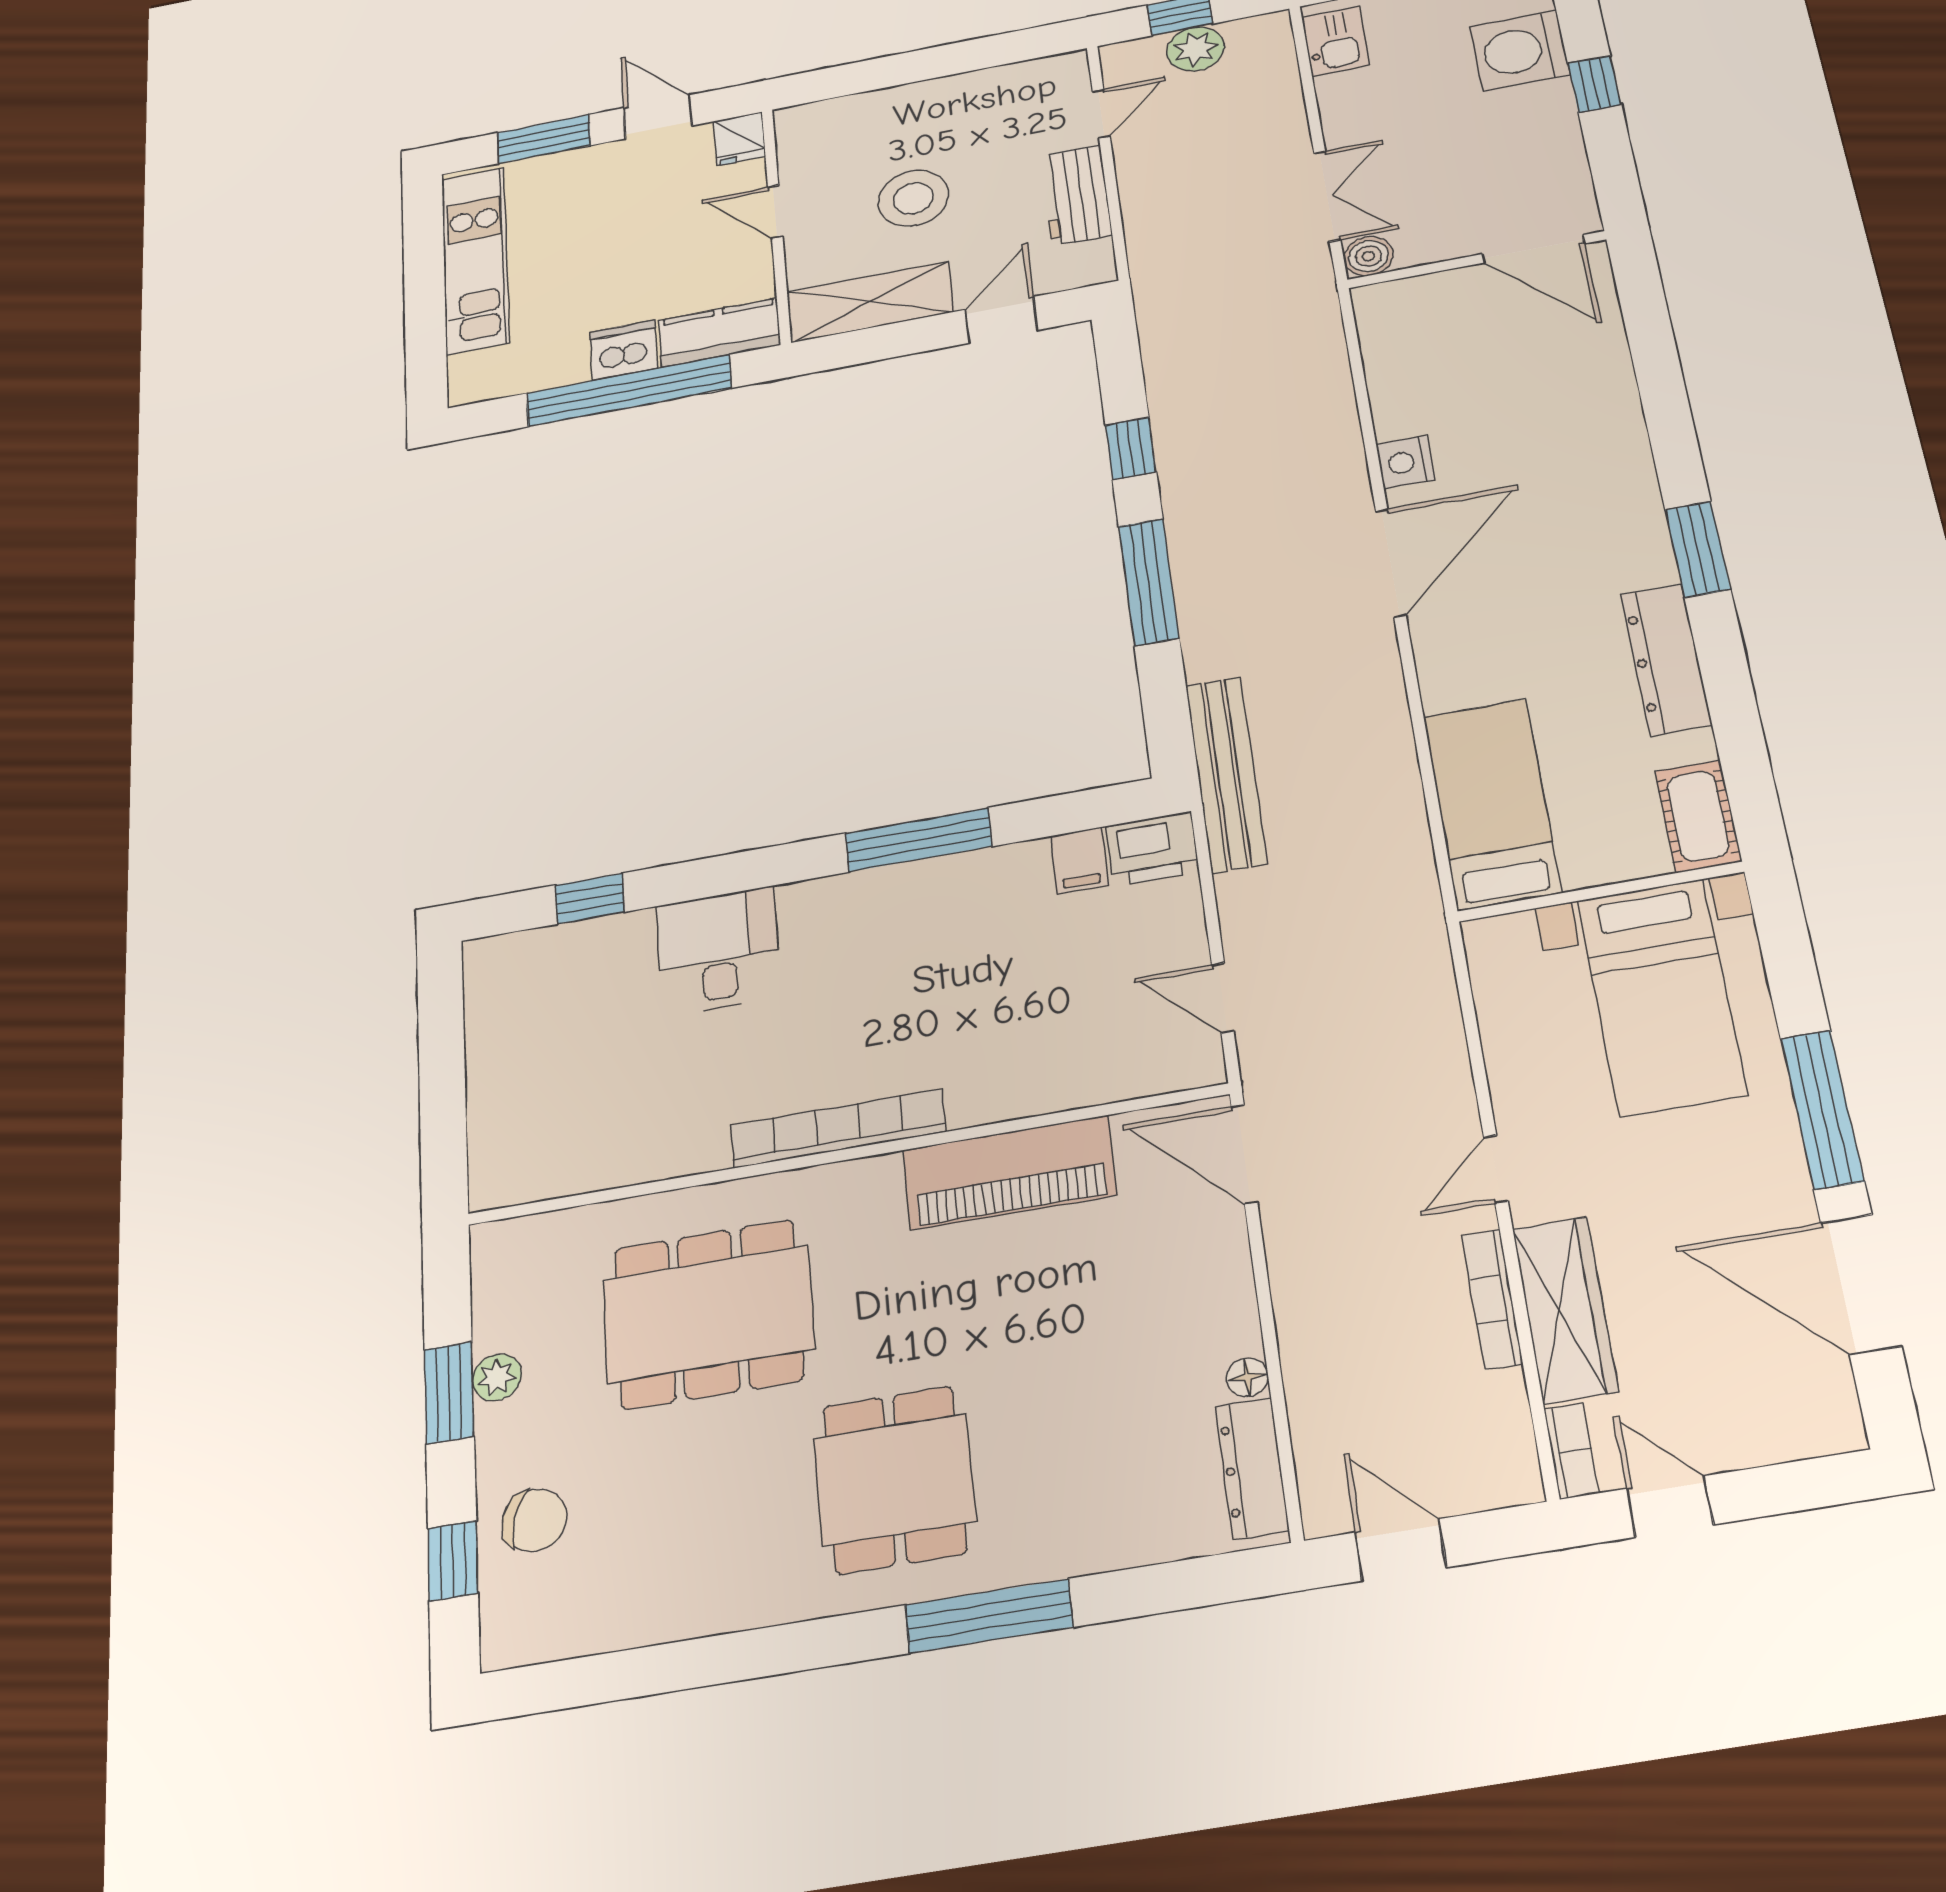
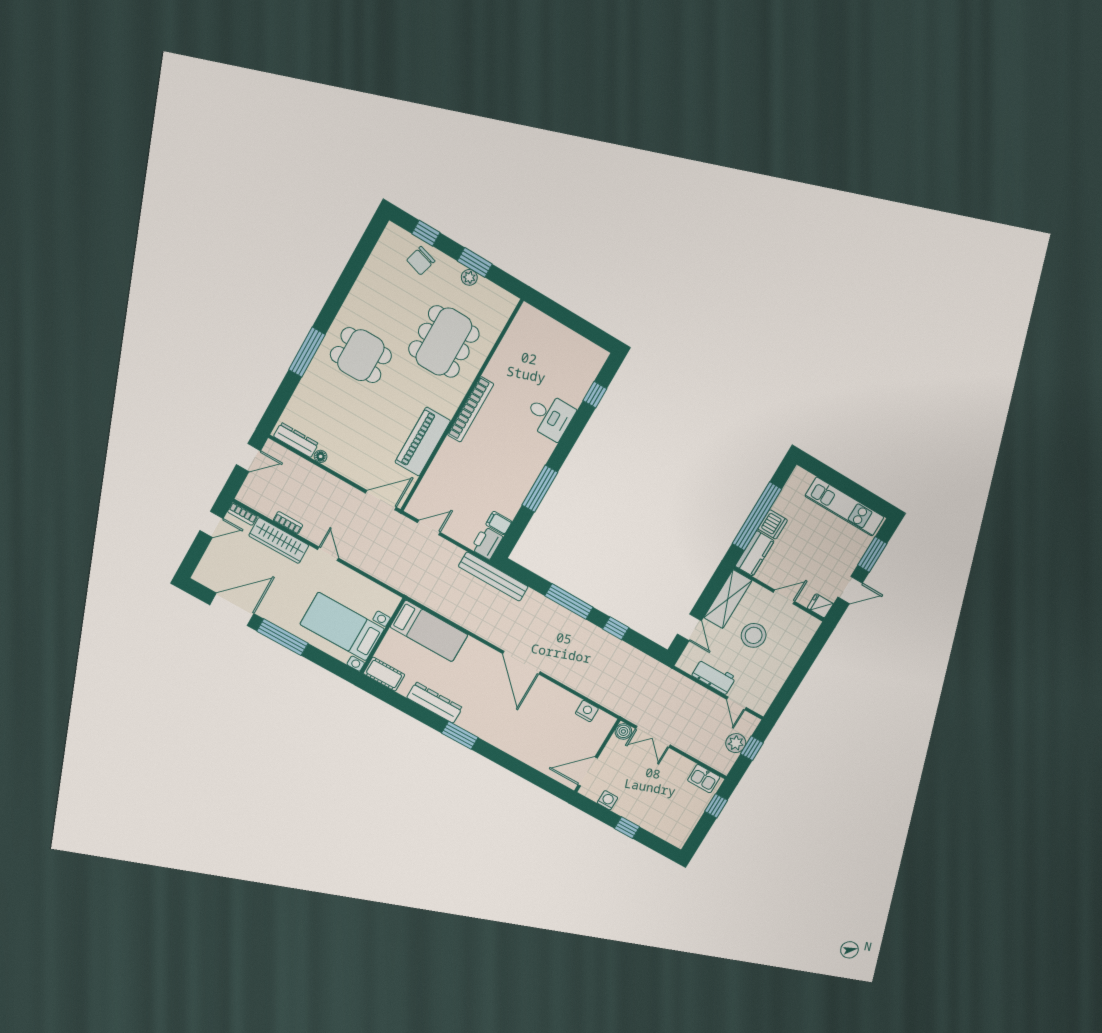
washing machine: (1520, 51) -> (607, 800), moved, width x0.53, depth x0.53
nightstand: (1405, 462) -> (587, 711), moved
bookcase: (1492, 1299) -> (288, 523), width x0.64

